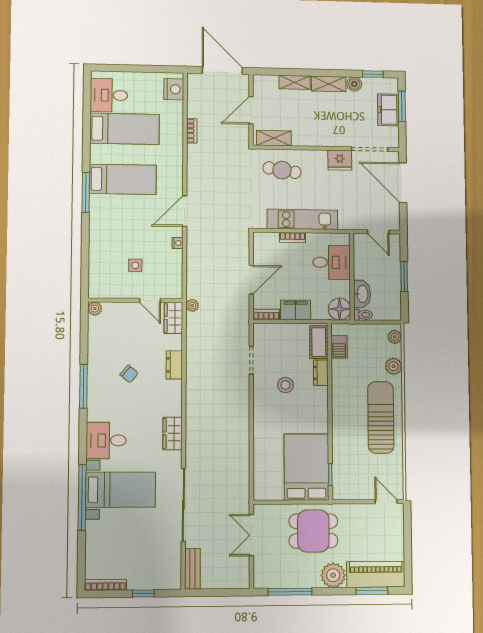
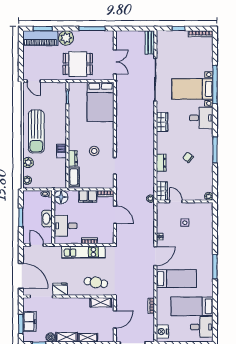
bed: (123, 179) -> (176, 279), moved, turned 180
door: (251, 280) -> (115, 215), swing flipped
washbasin: (362, 294) -> (47, 219), moved
barbecue: (339, 347) -> (61, 151), moved
bed: (306, 467) -> (100, 102), moved

